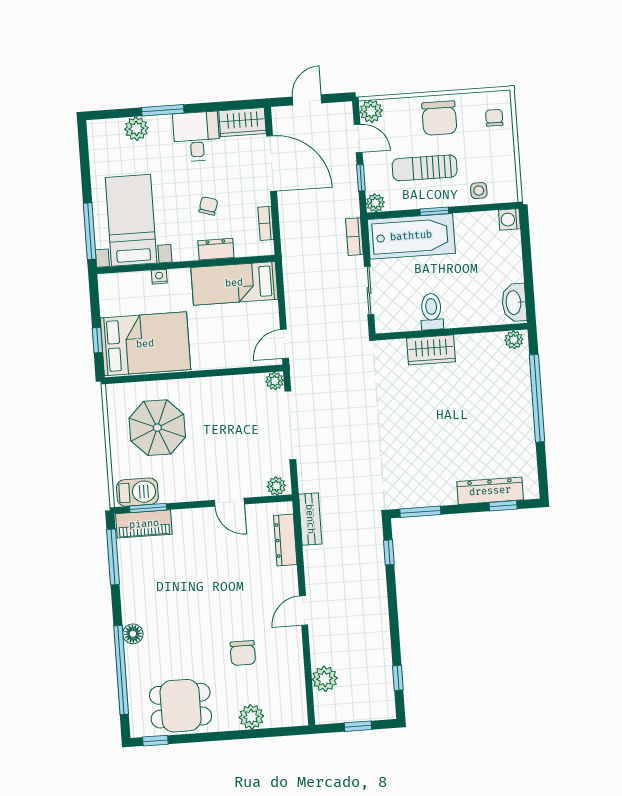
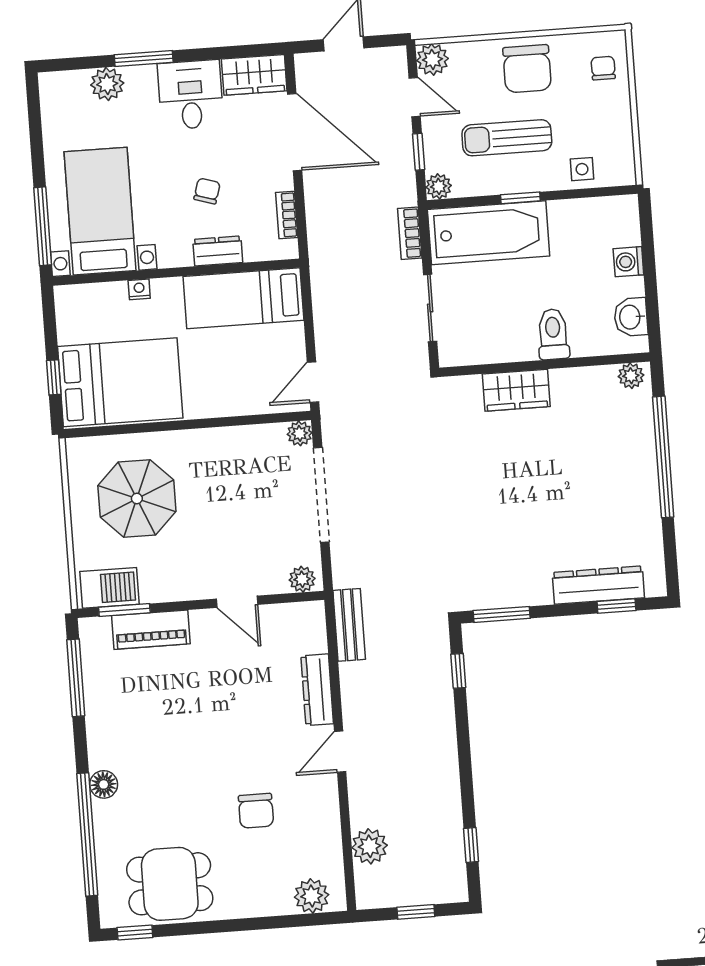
washing machine: (509, 219) -> (628, 262), moved
washbasin: (514, 303) -> (631, 317), width x0.72
toilet: (431, 312) -> (553, 334), moved
piano: (144, 524) -> (151, 630), moved
dresser: (285, 540) -> (317, 690), moved
plant: (251, 717) -> (312, 896), moved

